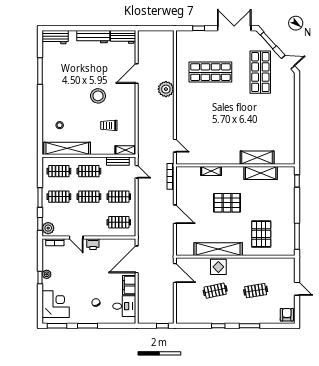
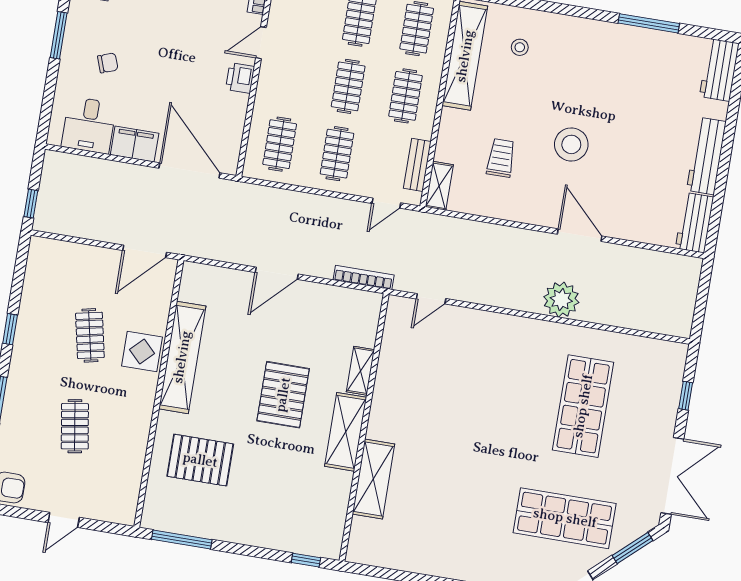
door: (137, 74) -> (580, 235), moved
shelving: (261, 173) -> (346, 432), moved

